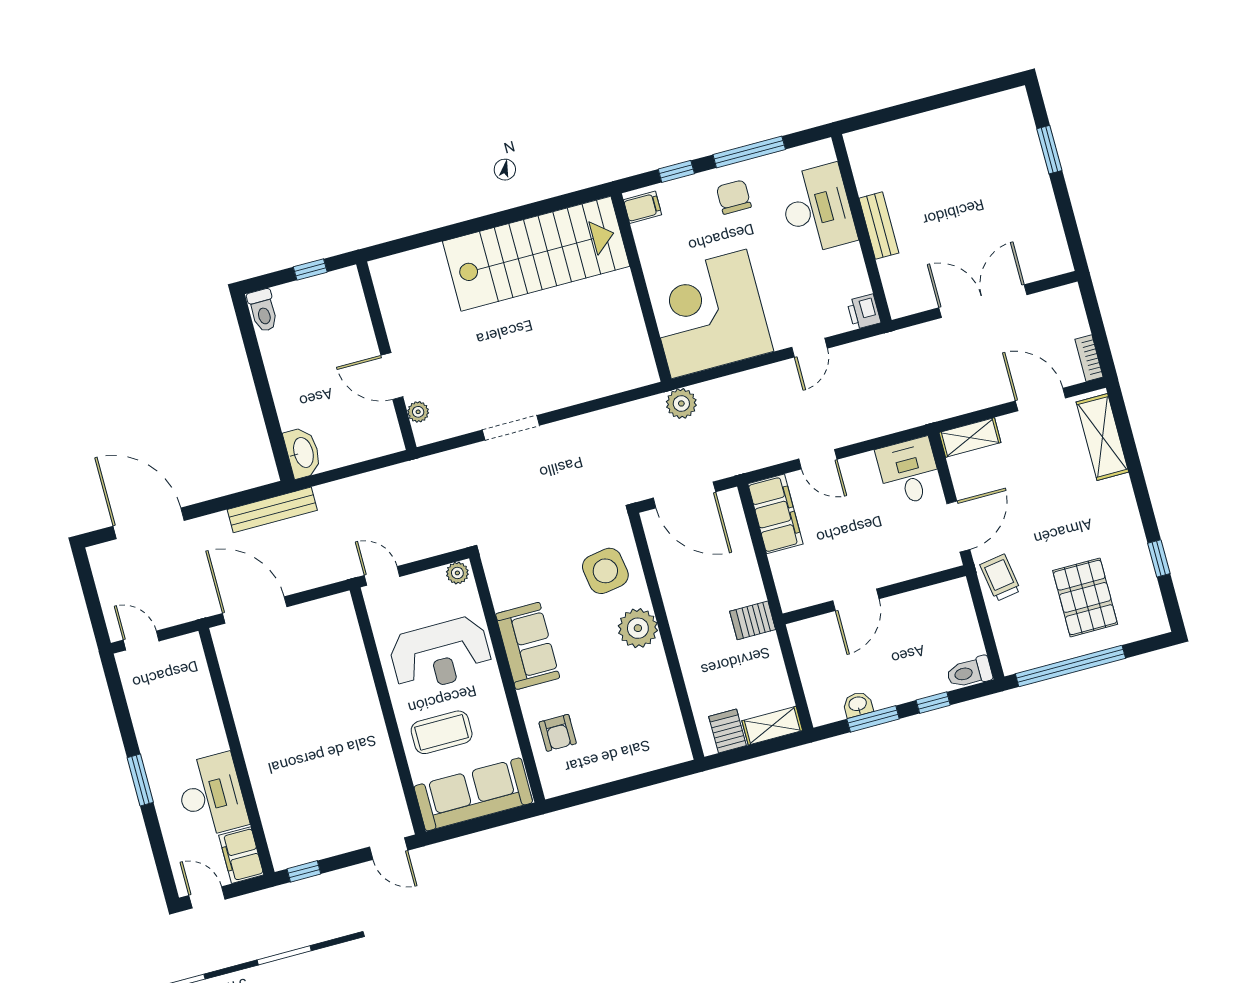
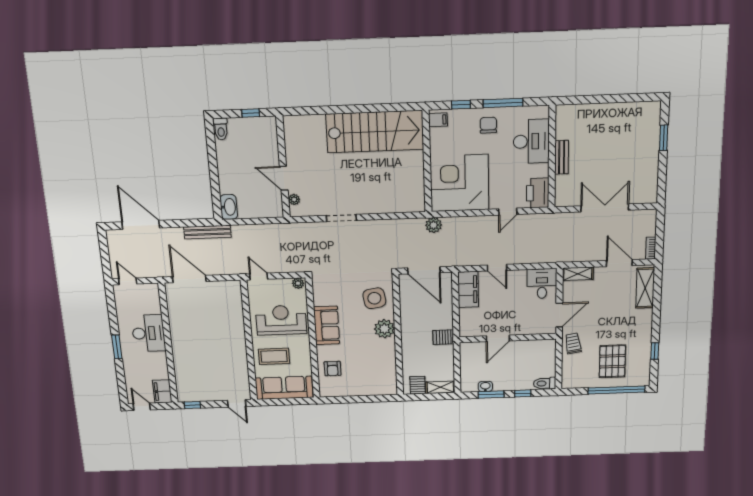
printer: (864, 312) -> (538, 193), width x1.87, depth x1.48
reception desk: (440, 654) -> (281, 320), turned 180
window: (1070, 666) -> (616, 390), moved
desk: (211, 795) -> (148, 333), moved

